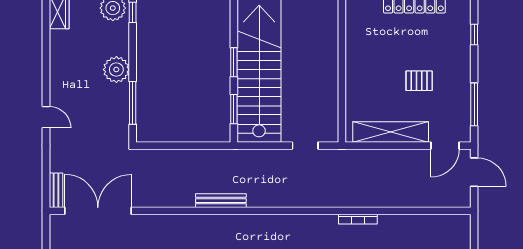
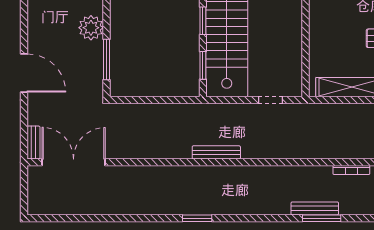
door: (46, 117) -> (24, 73), width x1.87
bench: (221, 201) -> (216, 152), moved
bookcase: (358, 219) -> (351, 170), moved

